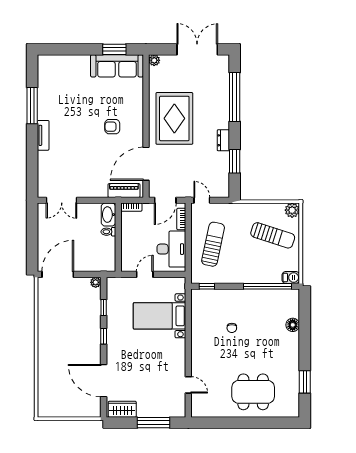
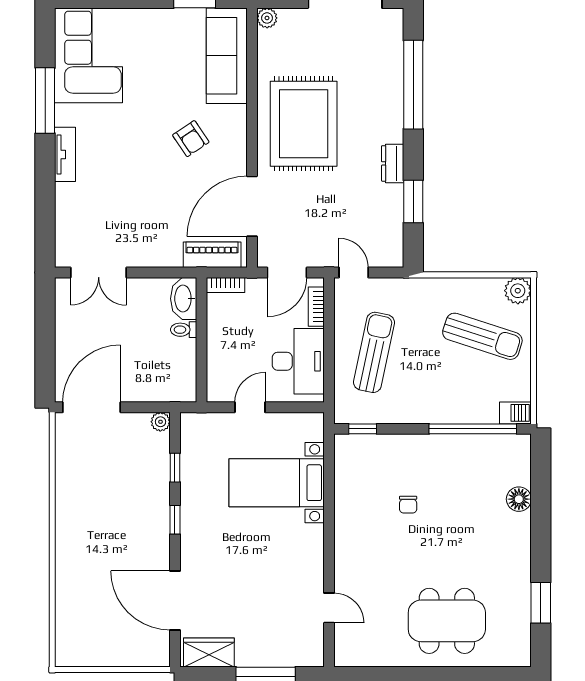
sofa: (117, 66) -> (227, 56), moved, turned 90
corner sofa: (56, 81) -> (89, 55), added
armchair: (112, 127) -> (191, 139), turned -124

